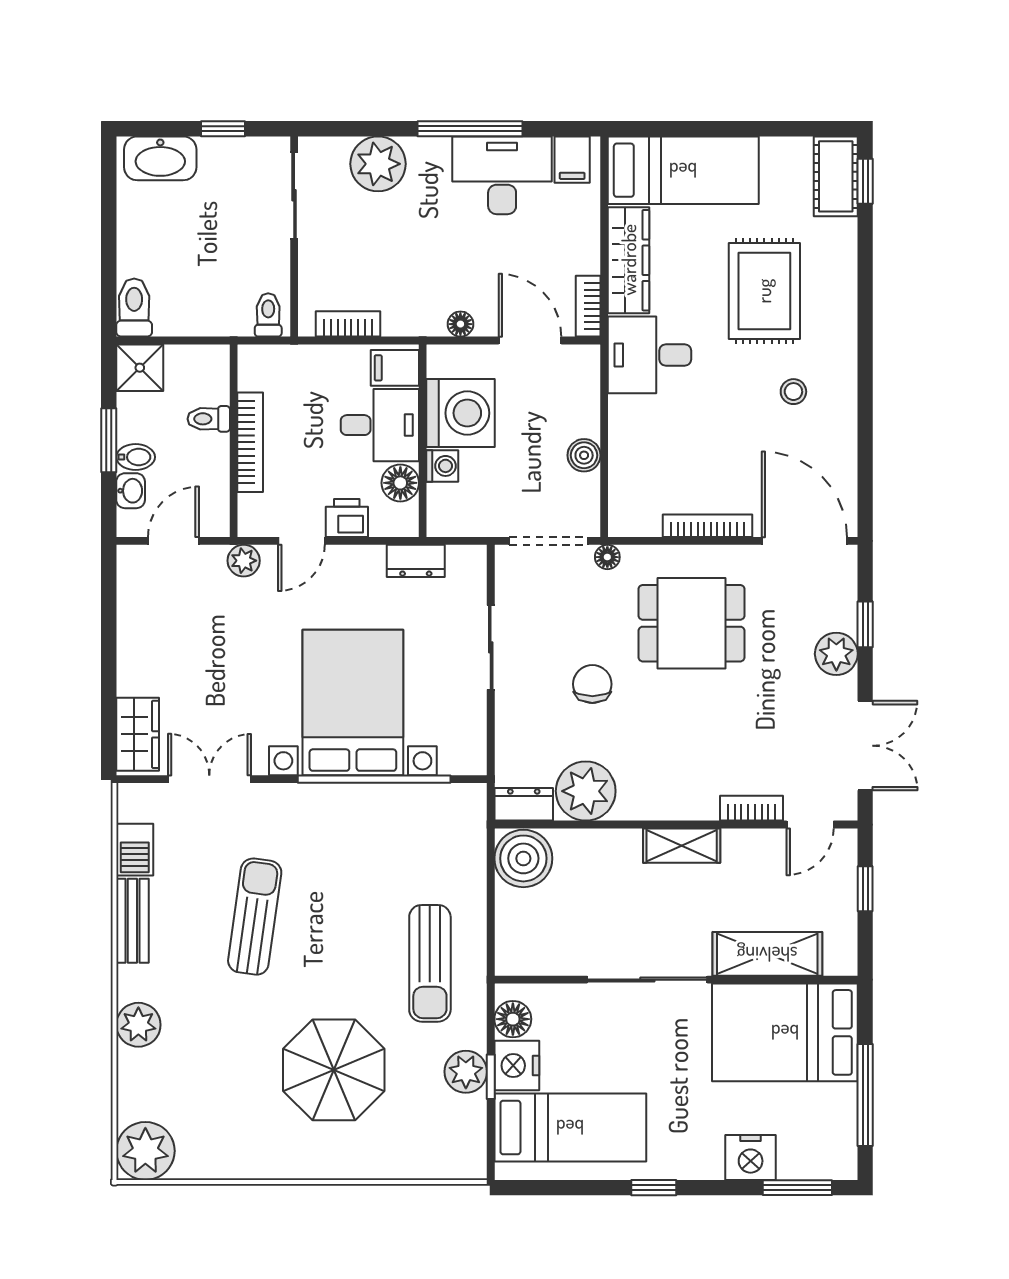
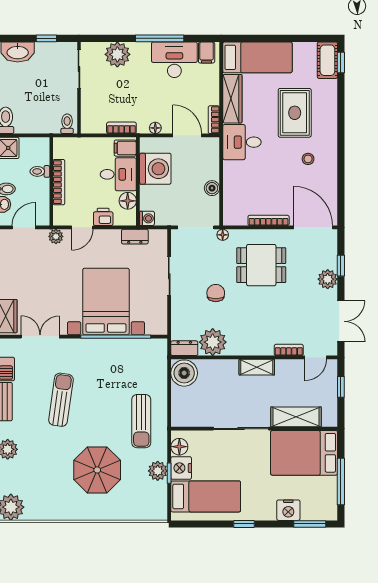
bookcase: (348, 324) -> (121, 128), moved
washing machine: (442, 466) -> (147, 218), moved

